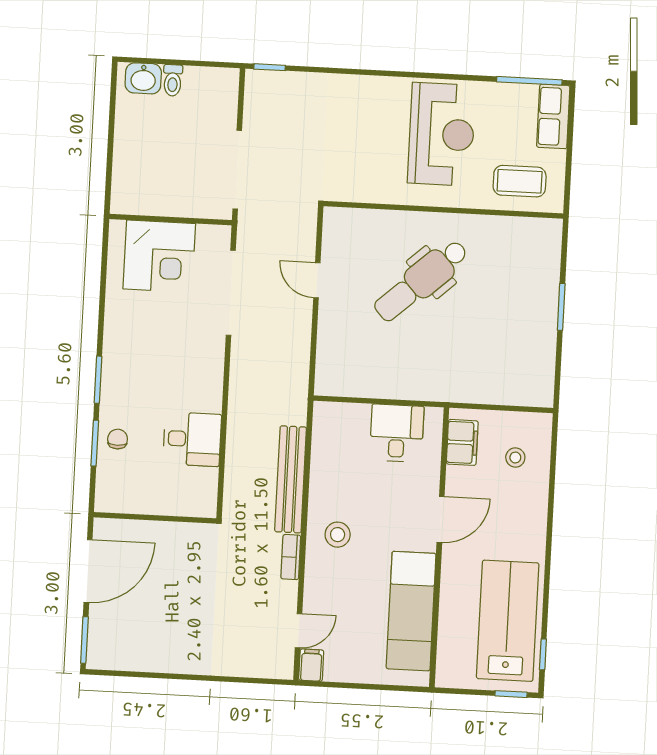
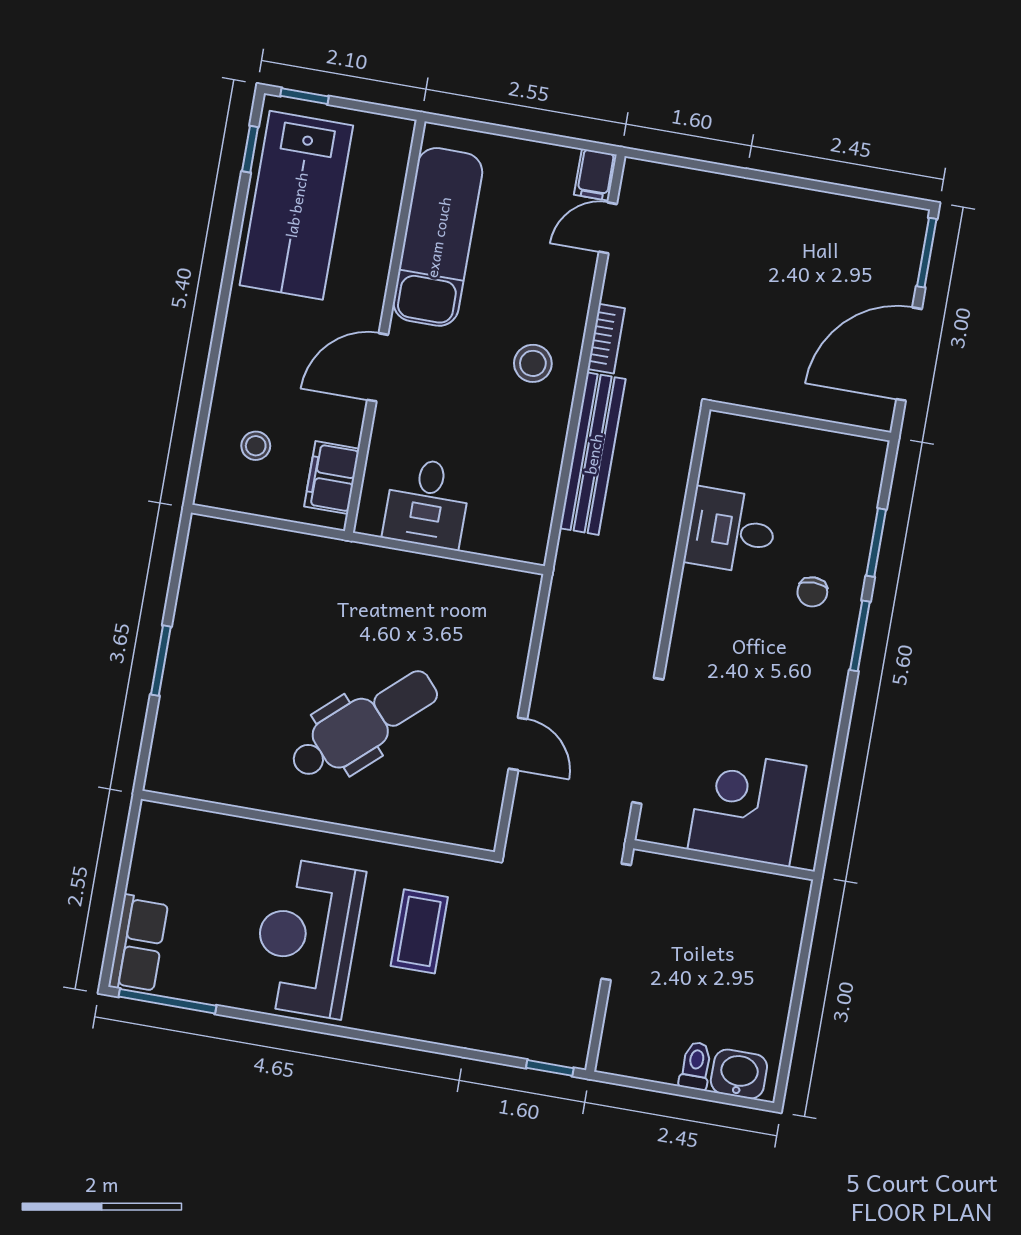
coffee table: (520, 181) -> (419, 931), moved, turned 90
chair: (118, 439) -> (812, 592), moved

